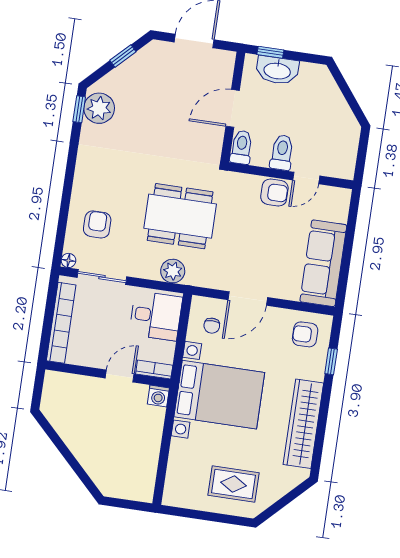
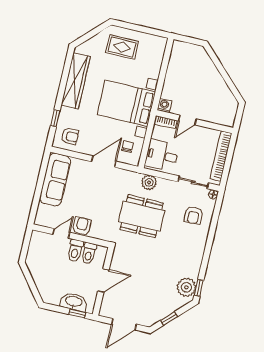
toilet: (241, 147) -> (89, 253), moved
armchair: (274, 192) -> (82, 226), turned 90

